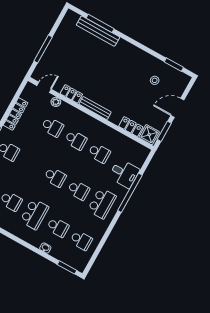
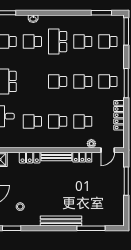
bench: (98, 31) -> (61, 221), moved
locker: (131, 127) -> (30, 158), moved
school desk: (78, 190) -> (83, 81), moved

